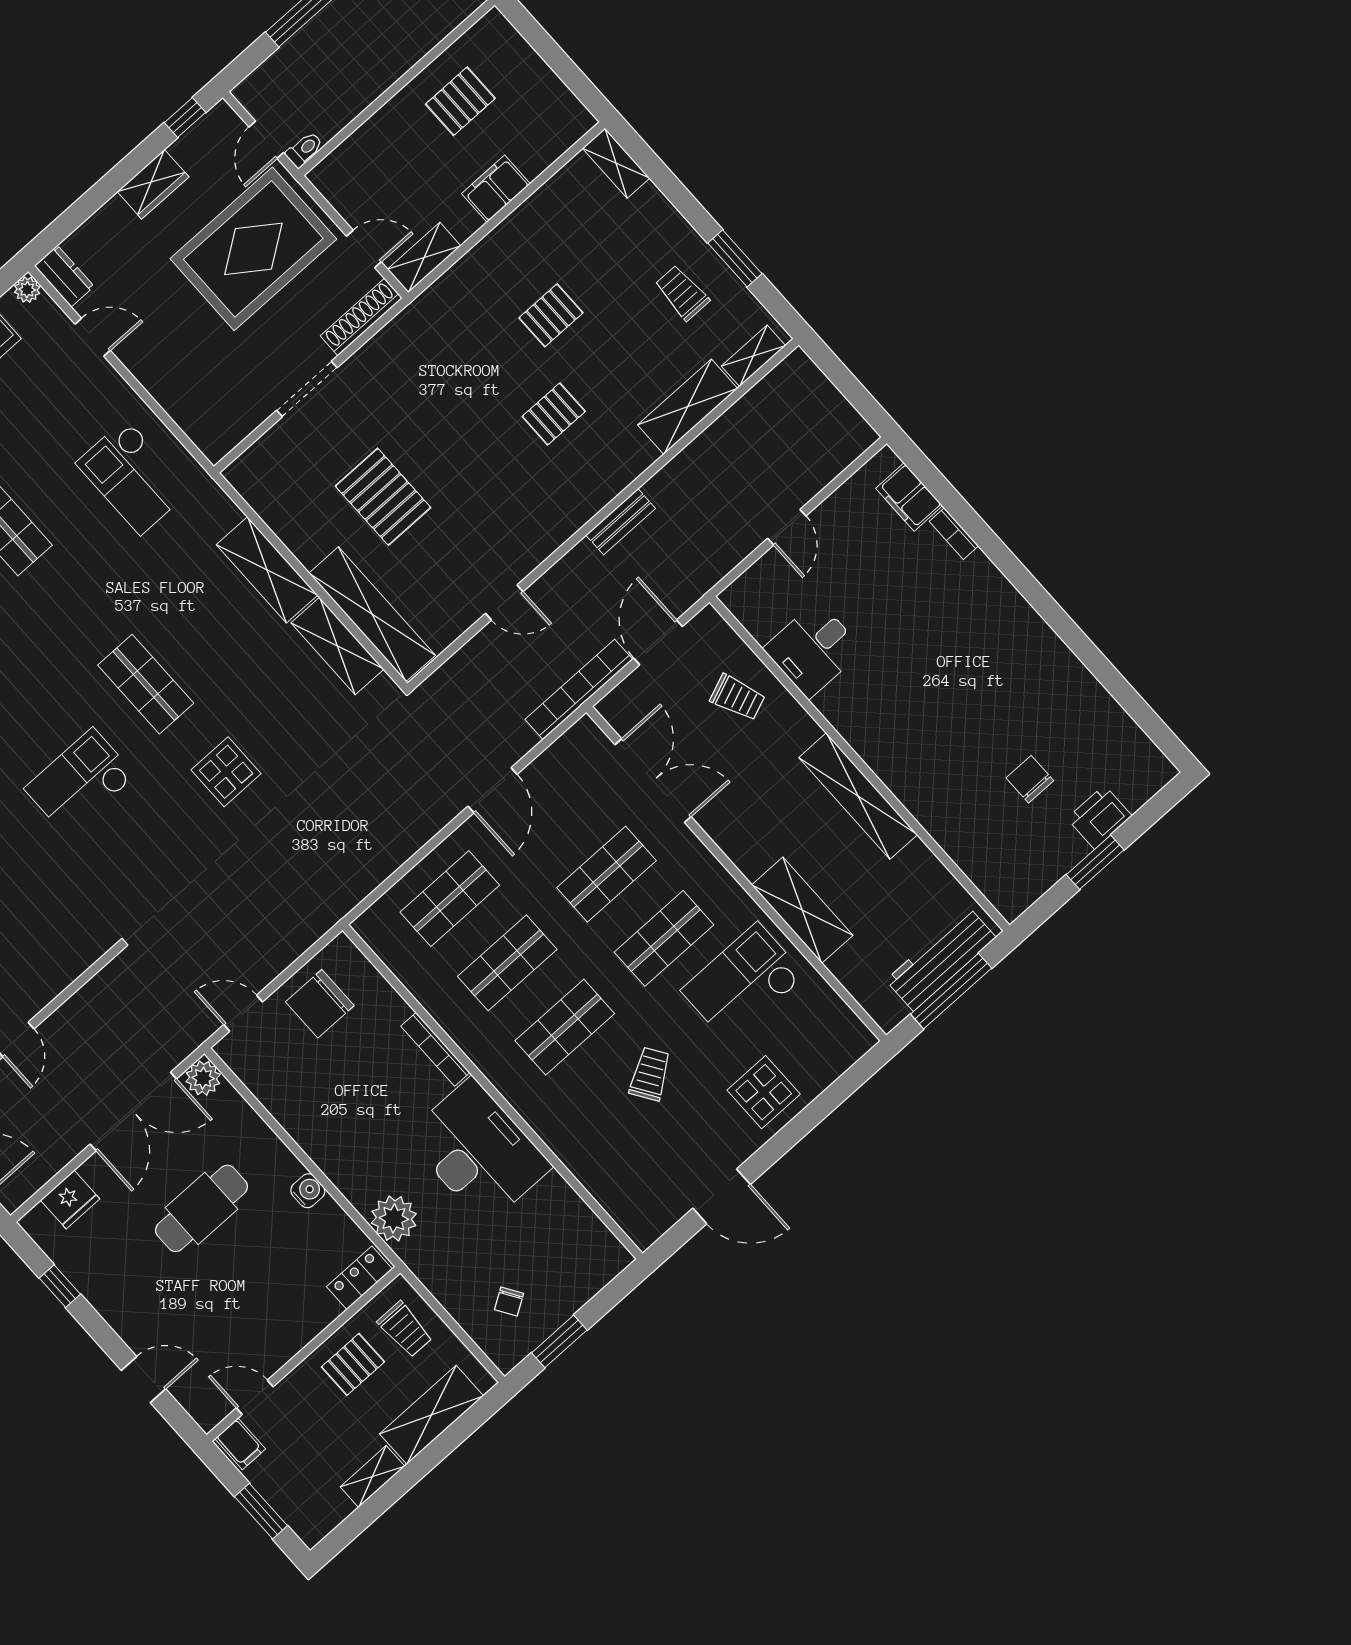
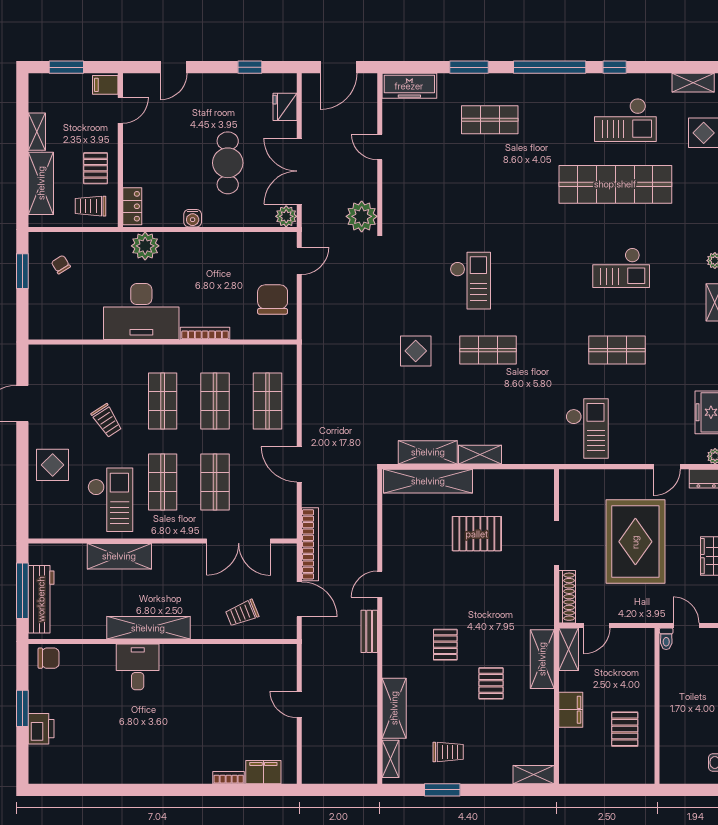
rug: (253, 249) -> (635, 542), moved
shelving: (465, 279) -> (542, 659), added
checkout: (133, 477) -> (587, 429), turned 90
shelving: (267, 570) -> (480, 455), width x0.67, depth x0.75
door: (504, 603) -> (380, 584), moved
desk: (813, 649) -> (138, 667), moved
chair: (1030, 779) -> (49, 658), moved
plant: (121, 985) -> (362, 216), added

